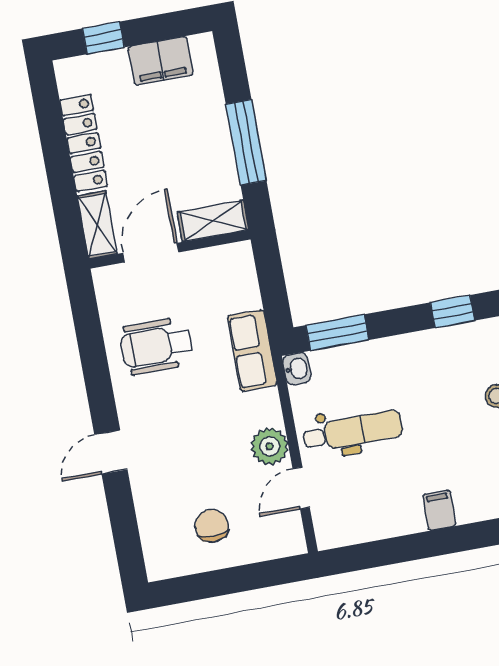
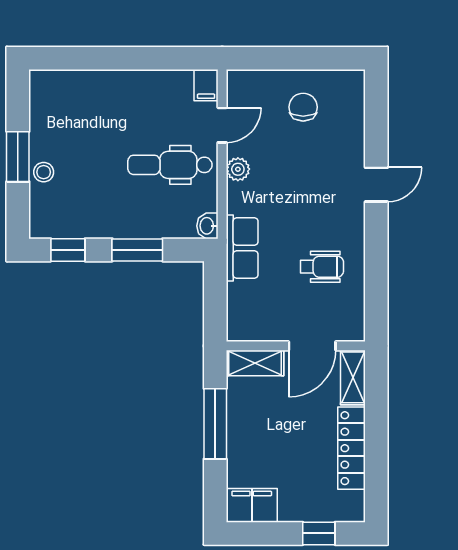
filing cabinet: (161, 61) -> (252, 505), moved
window: (337, 333) -> (137, 250), moved
wheelchair: (156, 346) -> (322, 267), width x0.73, depth x0.73
plant: (270, 446) -> (238, 169), width x0.73, depth x0.73
filing cabinet: (439, 510) -> (206, 85), moved
chair: (212, 526) -> (303, 107), turned 180

